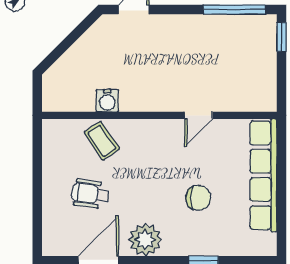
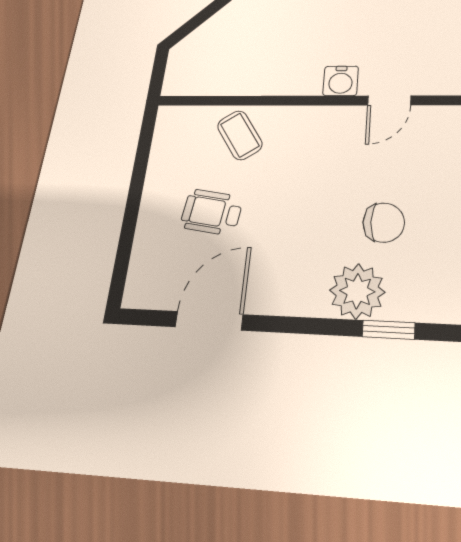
water cooler: (107, 101) -> (341, 81), moved
plant: (145, 240) -> (357, 291), moved

